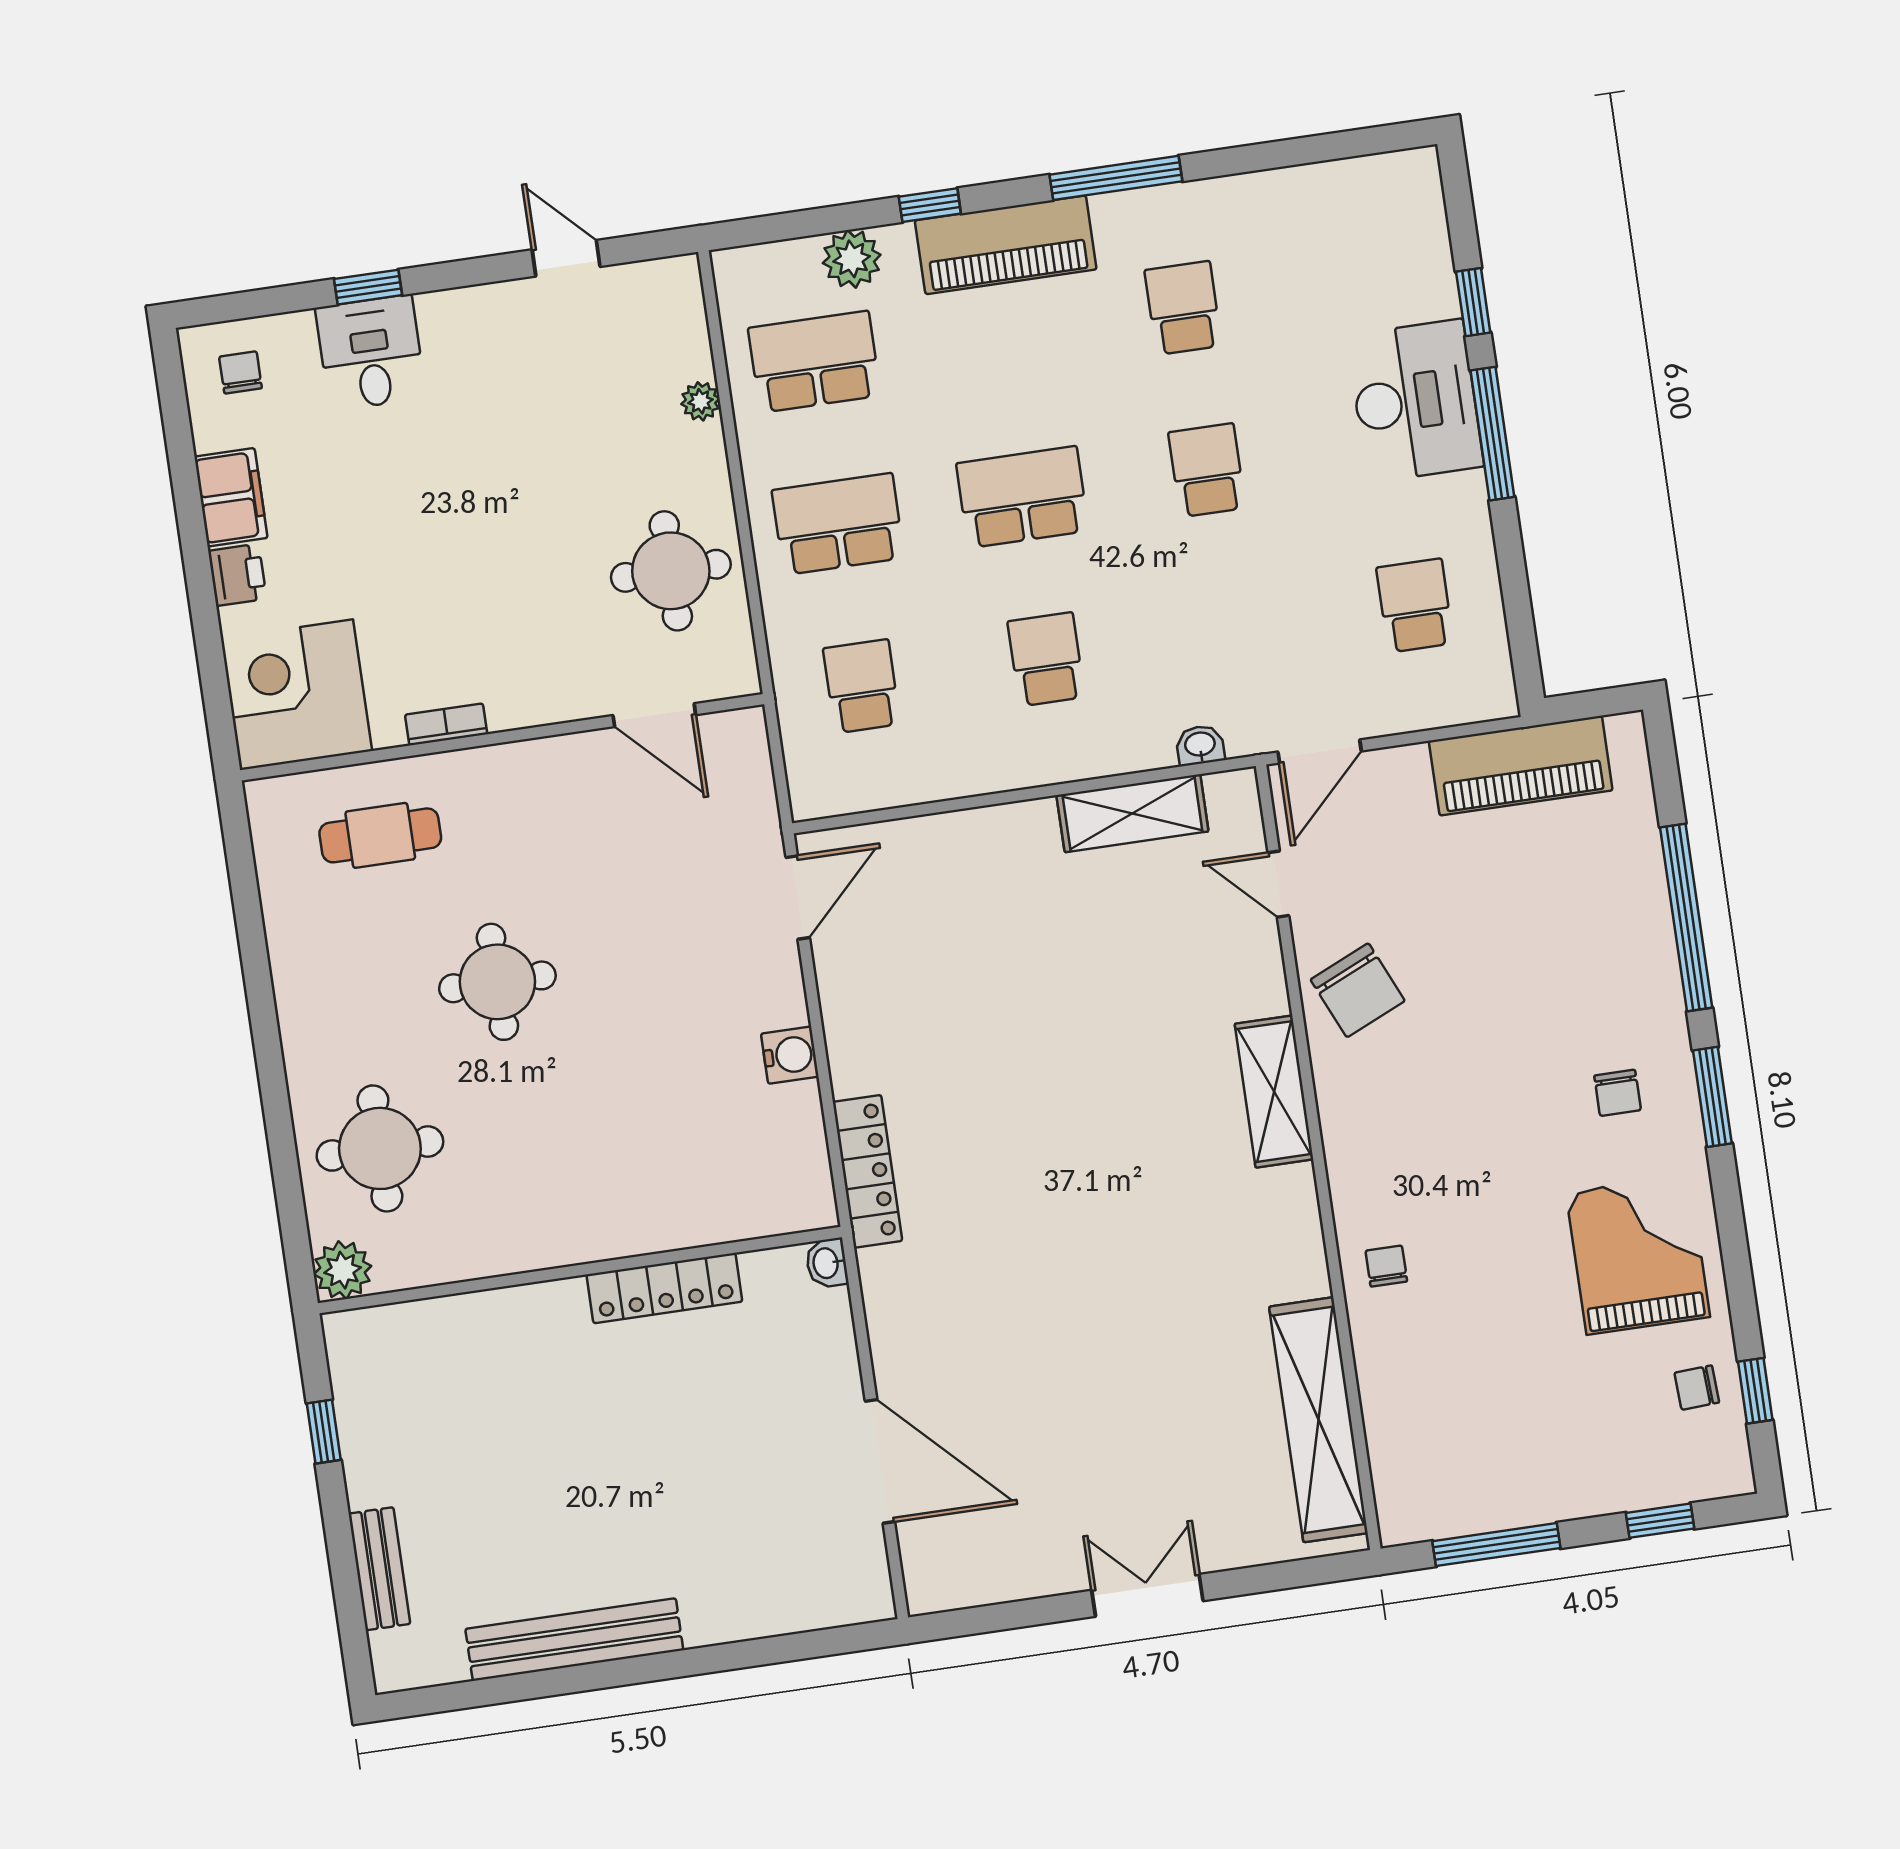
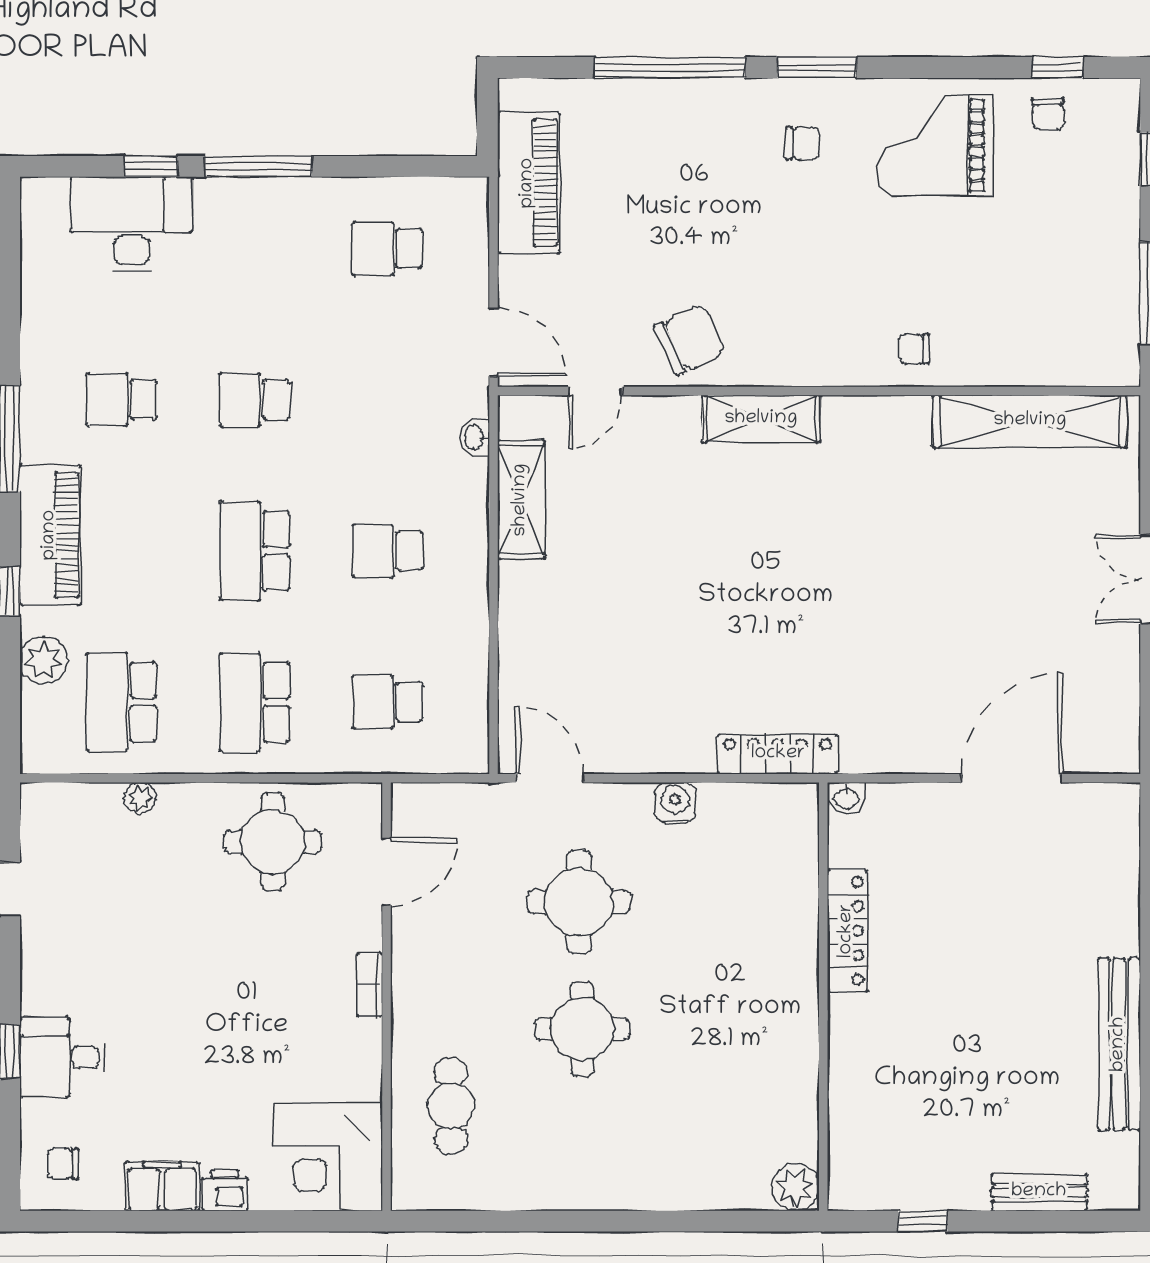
desk: (1415, 401) -> (132, 224), moved
bookcase: (446, 724) -> (370, 985), moved
round table: (380, 1148) -> (579, 902), moved

